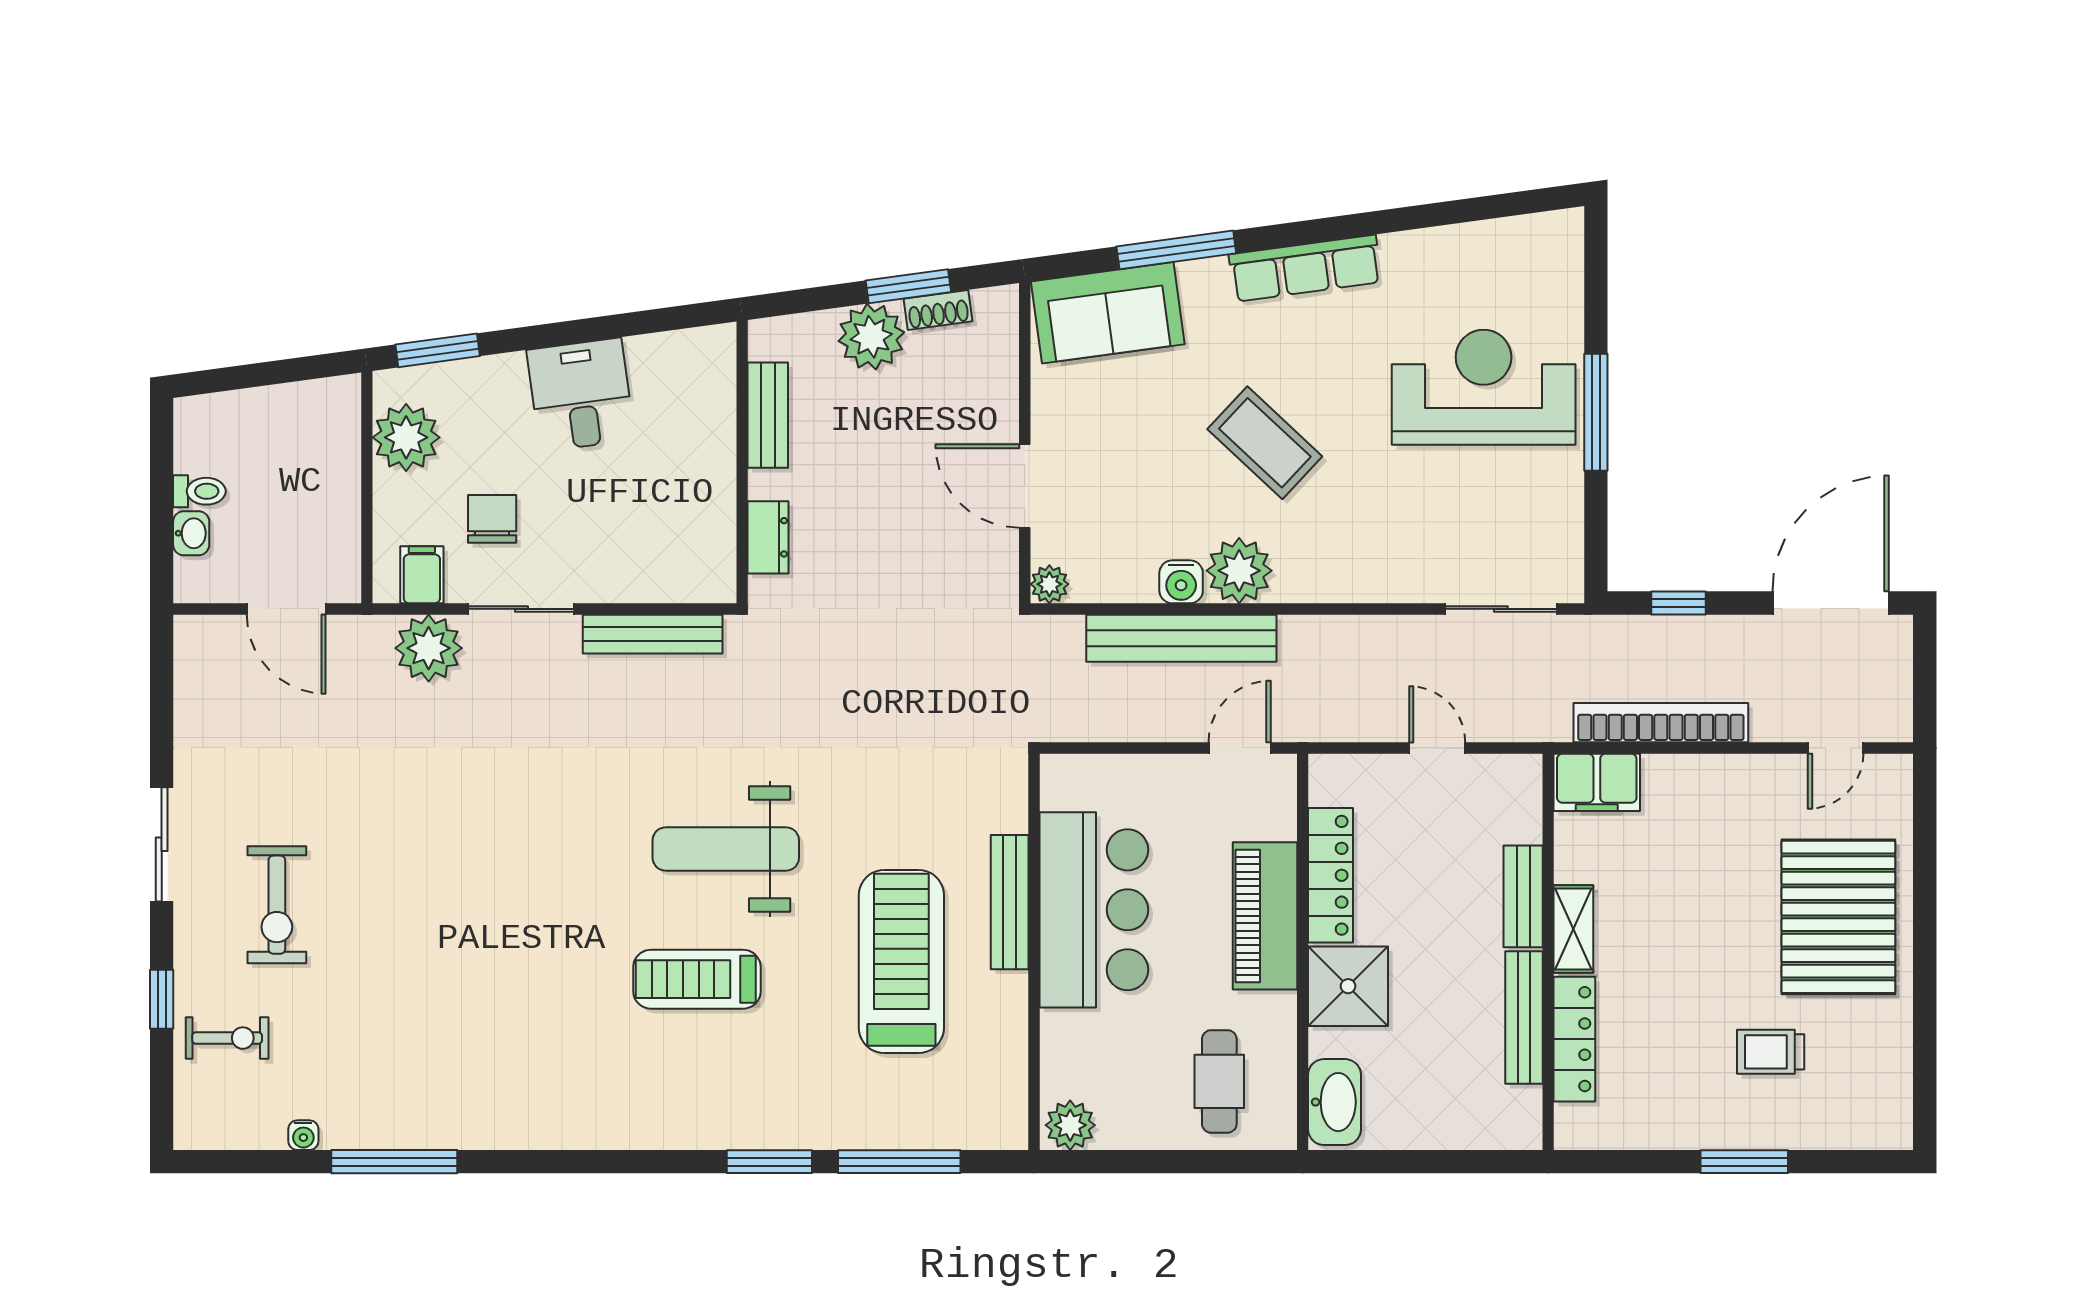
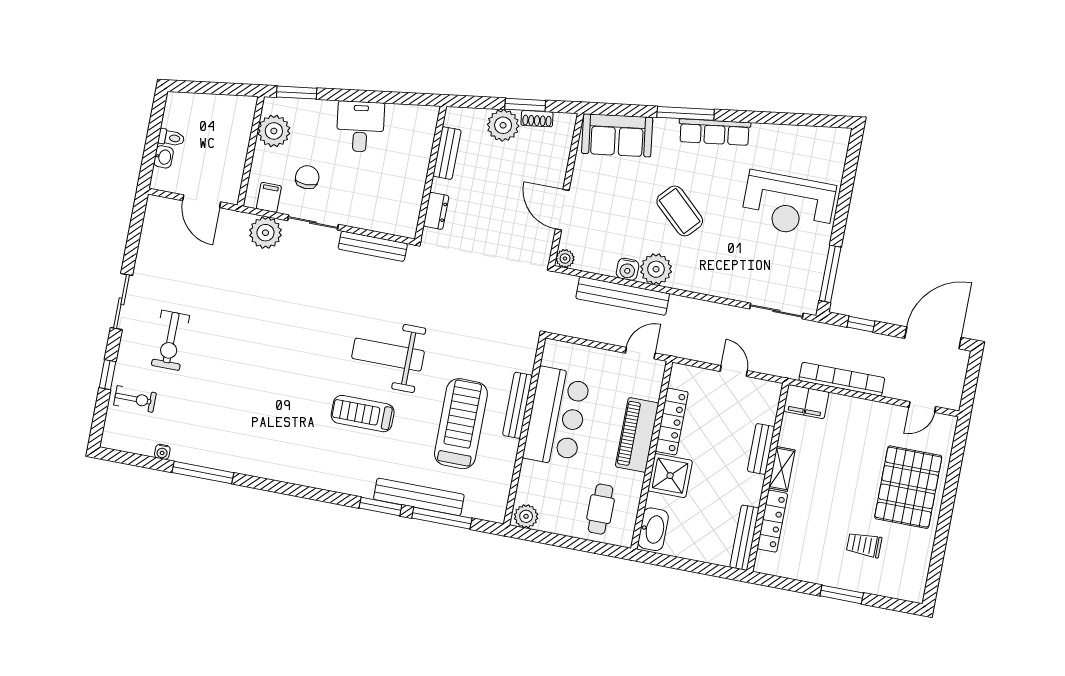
window: (1176, 250) -> (686, 113), moved
reception desk: (1484, 387) -> (788, 204), turned 180
window: (1596, 412) -> (830, 274), moved
bench: (1524, 1017) -> (745, 538), moved
bench: (844, 1127) -> (419, 497), added

